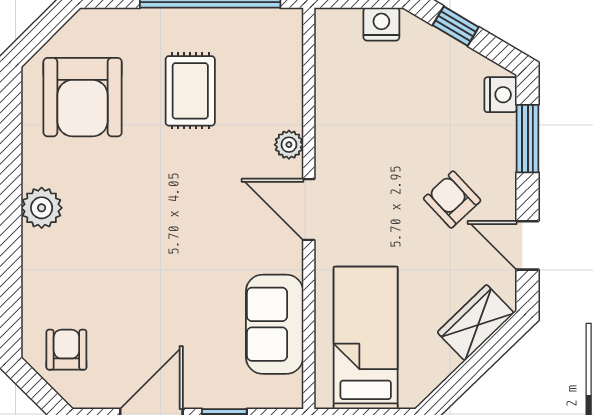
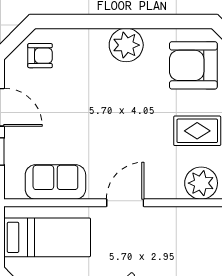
plant: (289, 145) -> (201, 183), moved, width x1.88, depth x1.88
plant: (42, 208) -> (126, 45), width x1.36, depth x1.36

